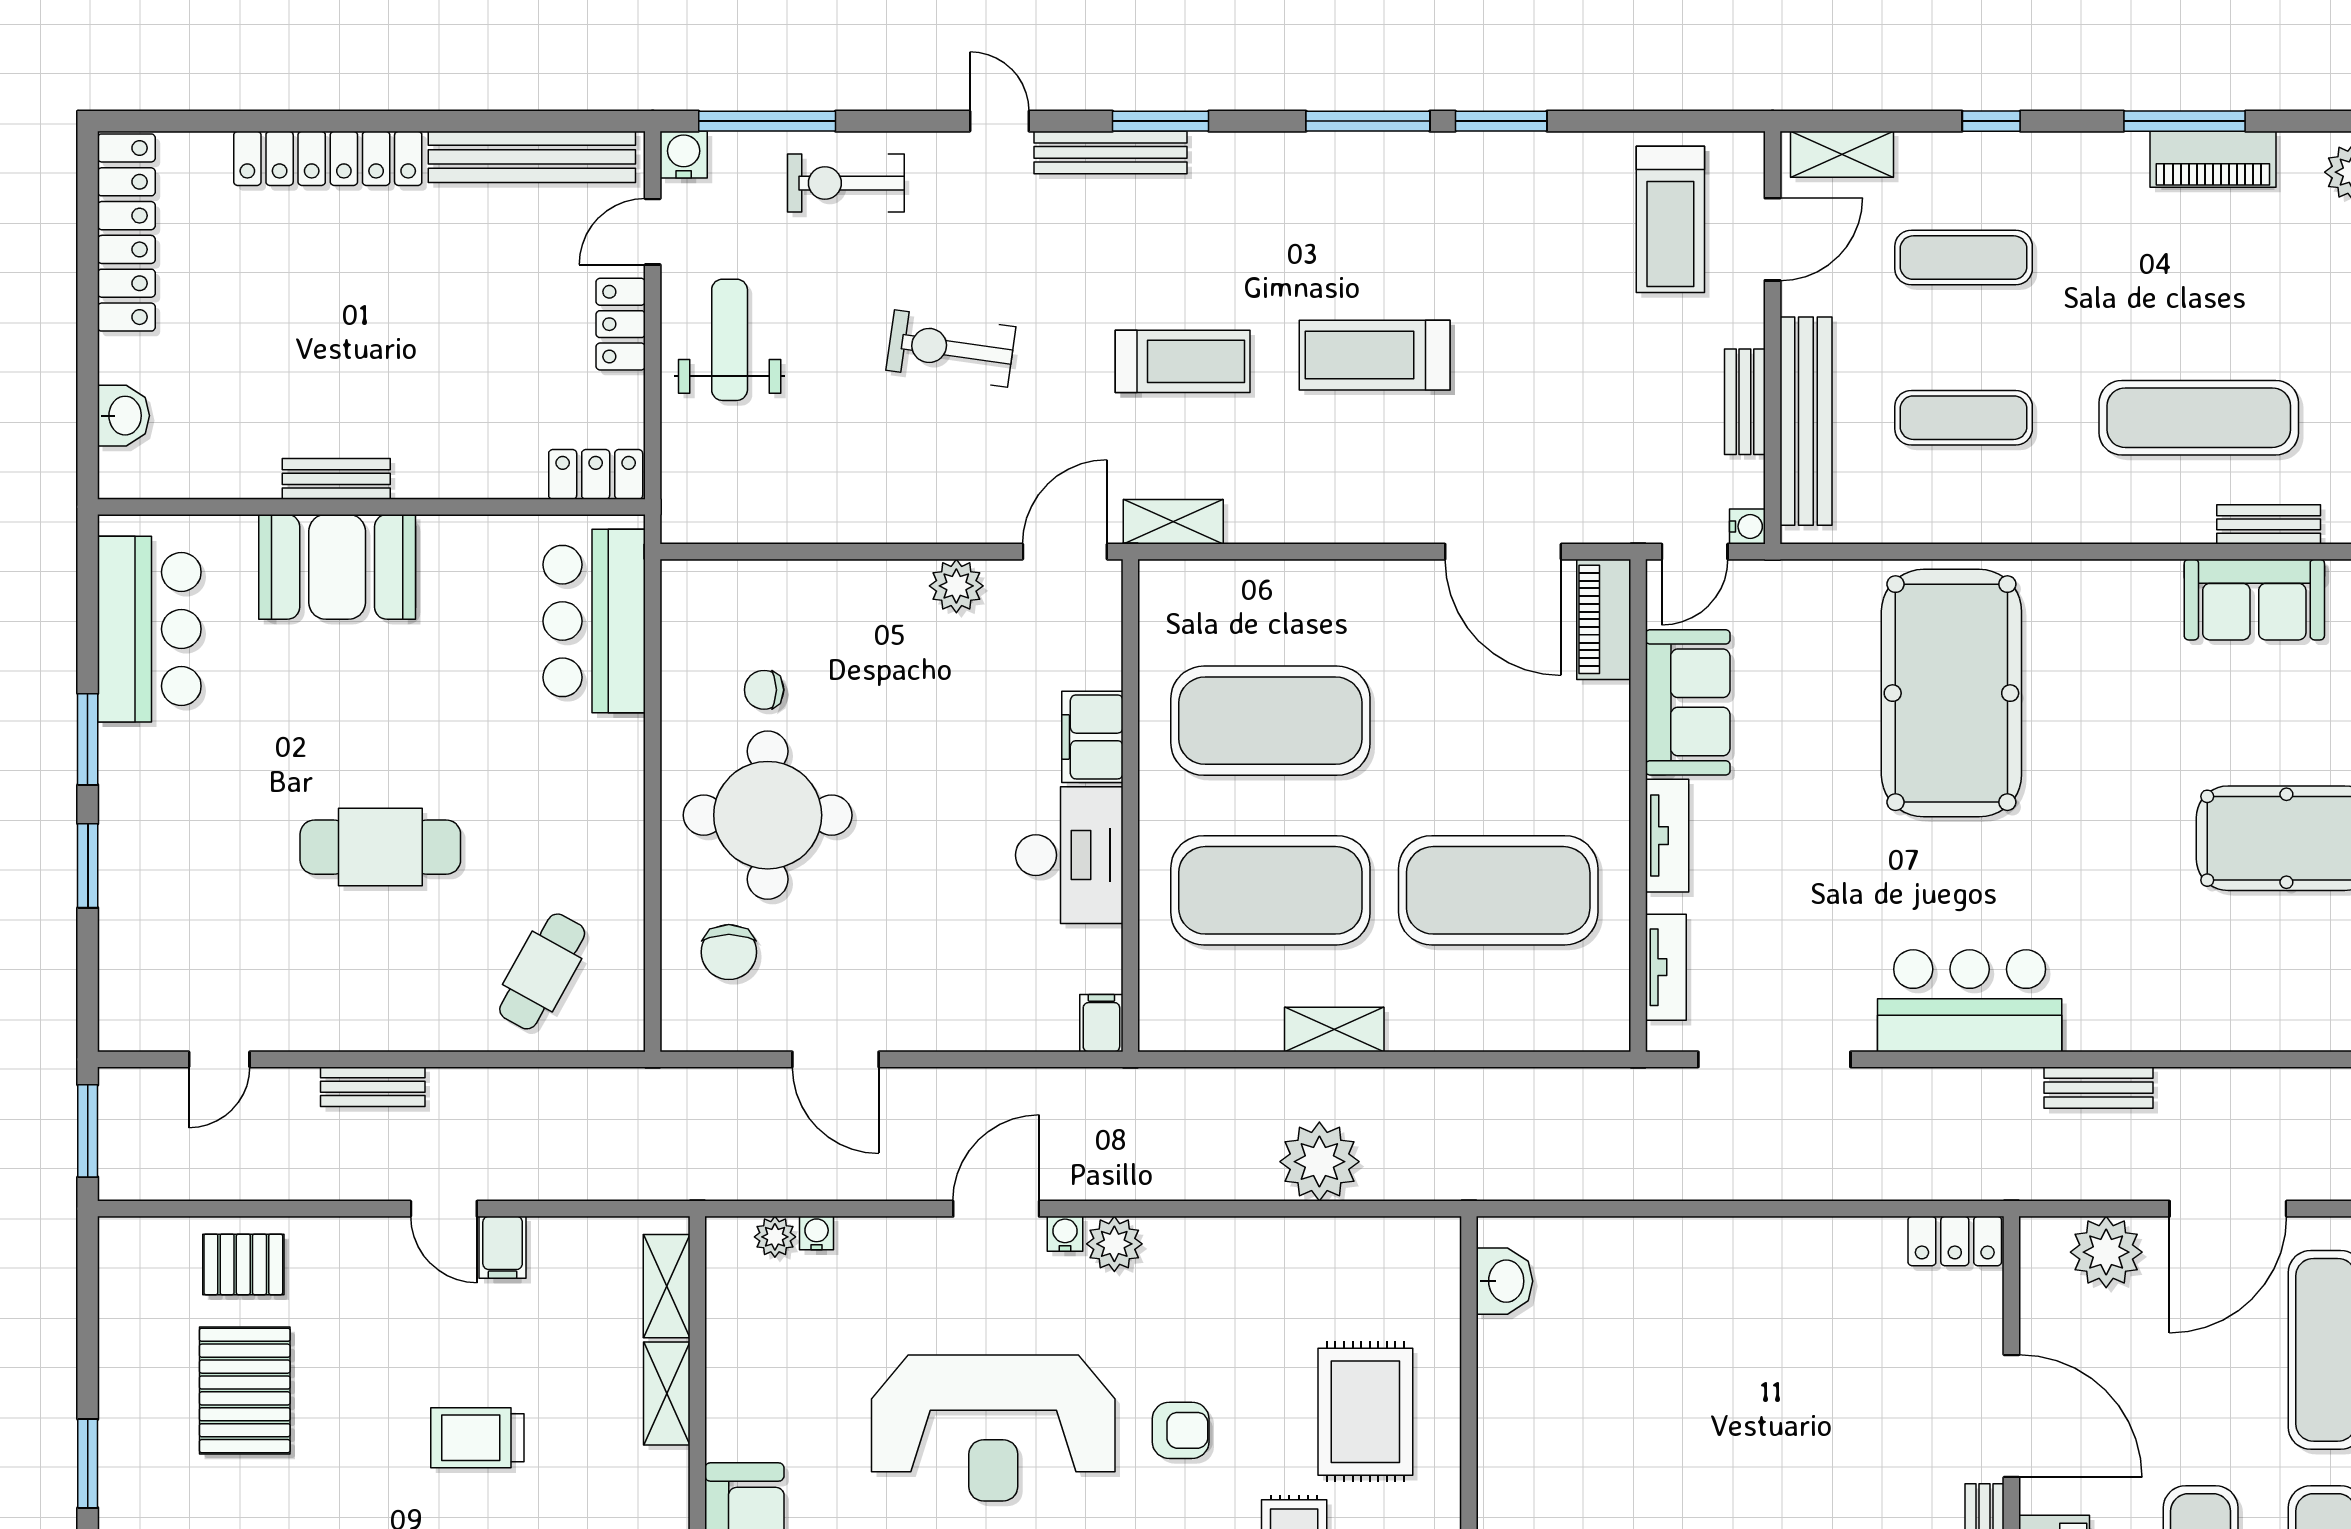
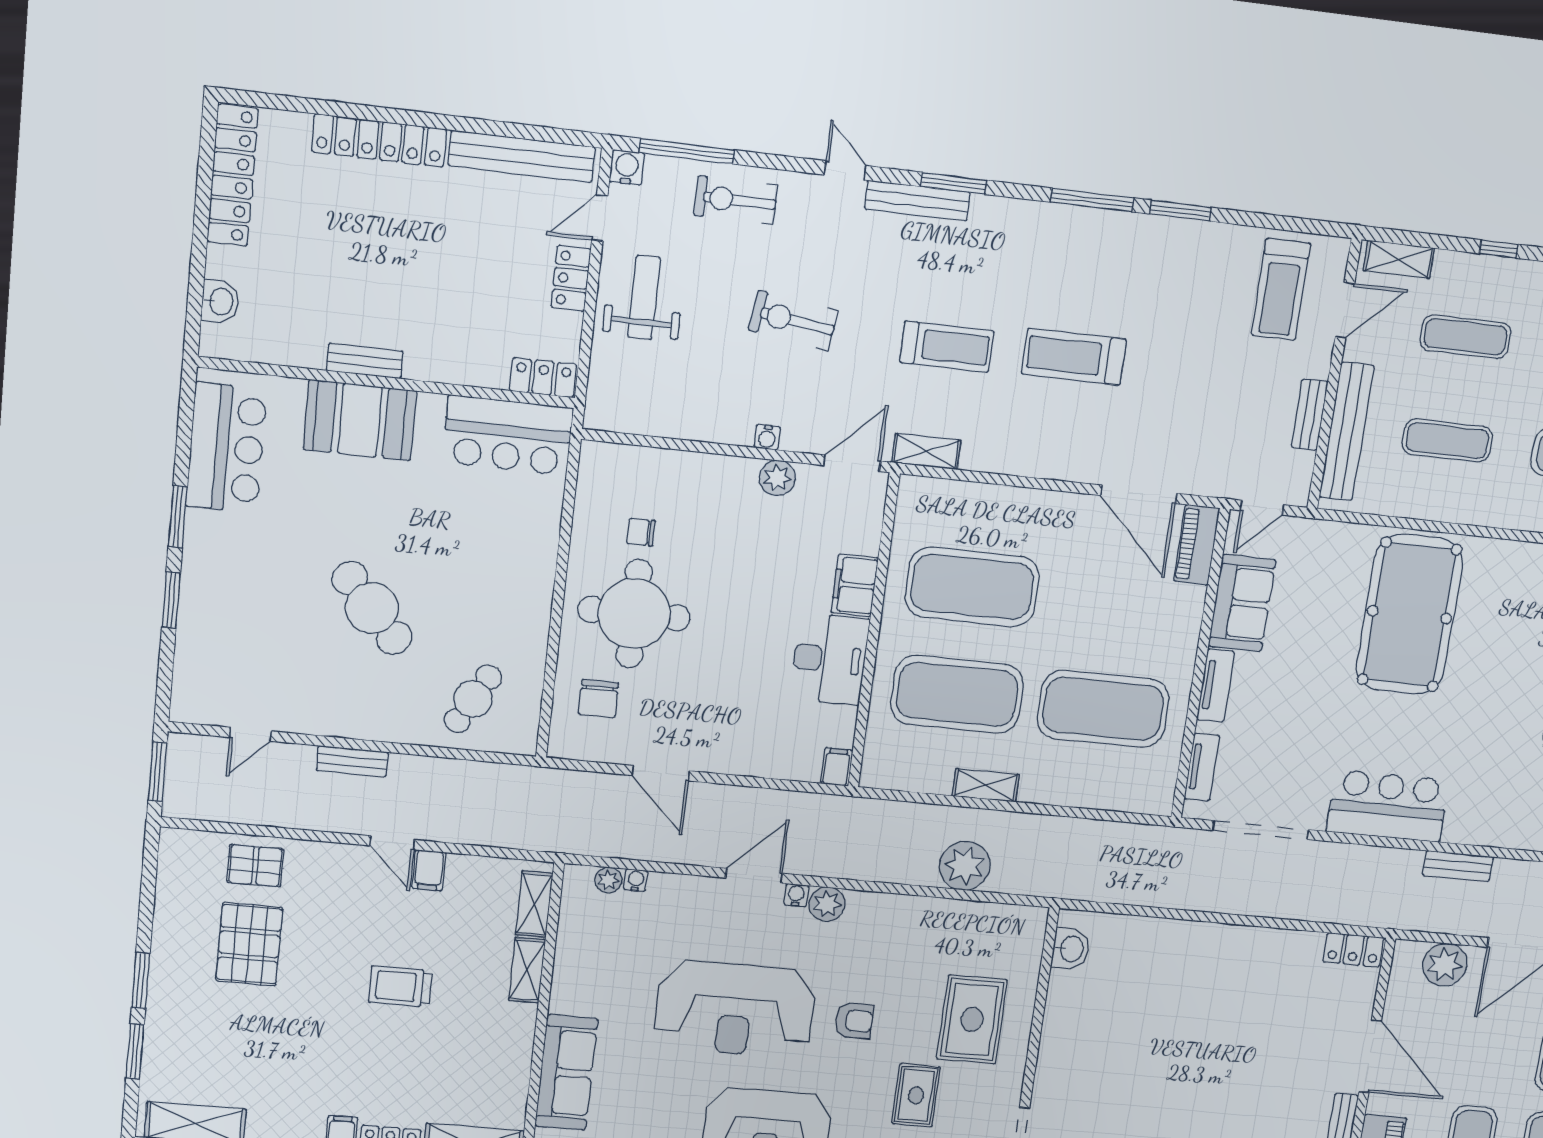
water cooler: (1747, 526) -> (767, 437), moved, turned 90
bar counter: (594, 621) -> (508, 435), moved, turned -90
cafe table: (380, 847) -> (372, 608), turned 49

